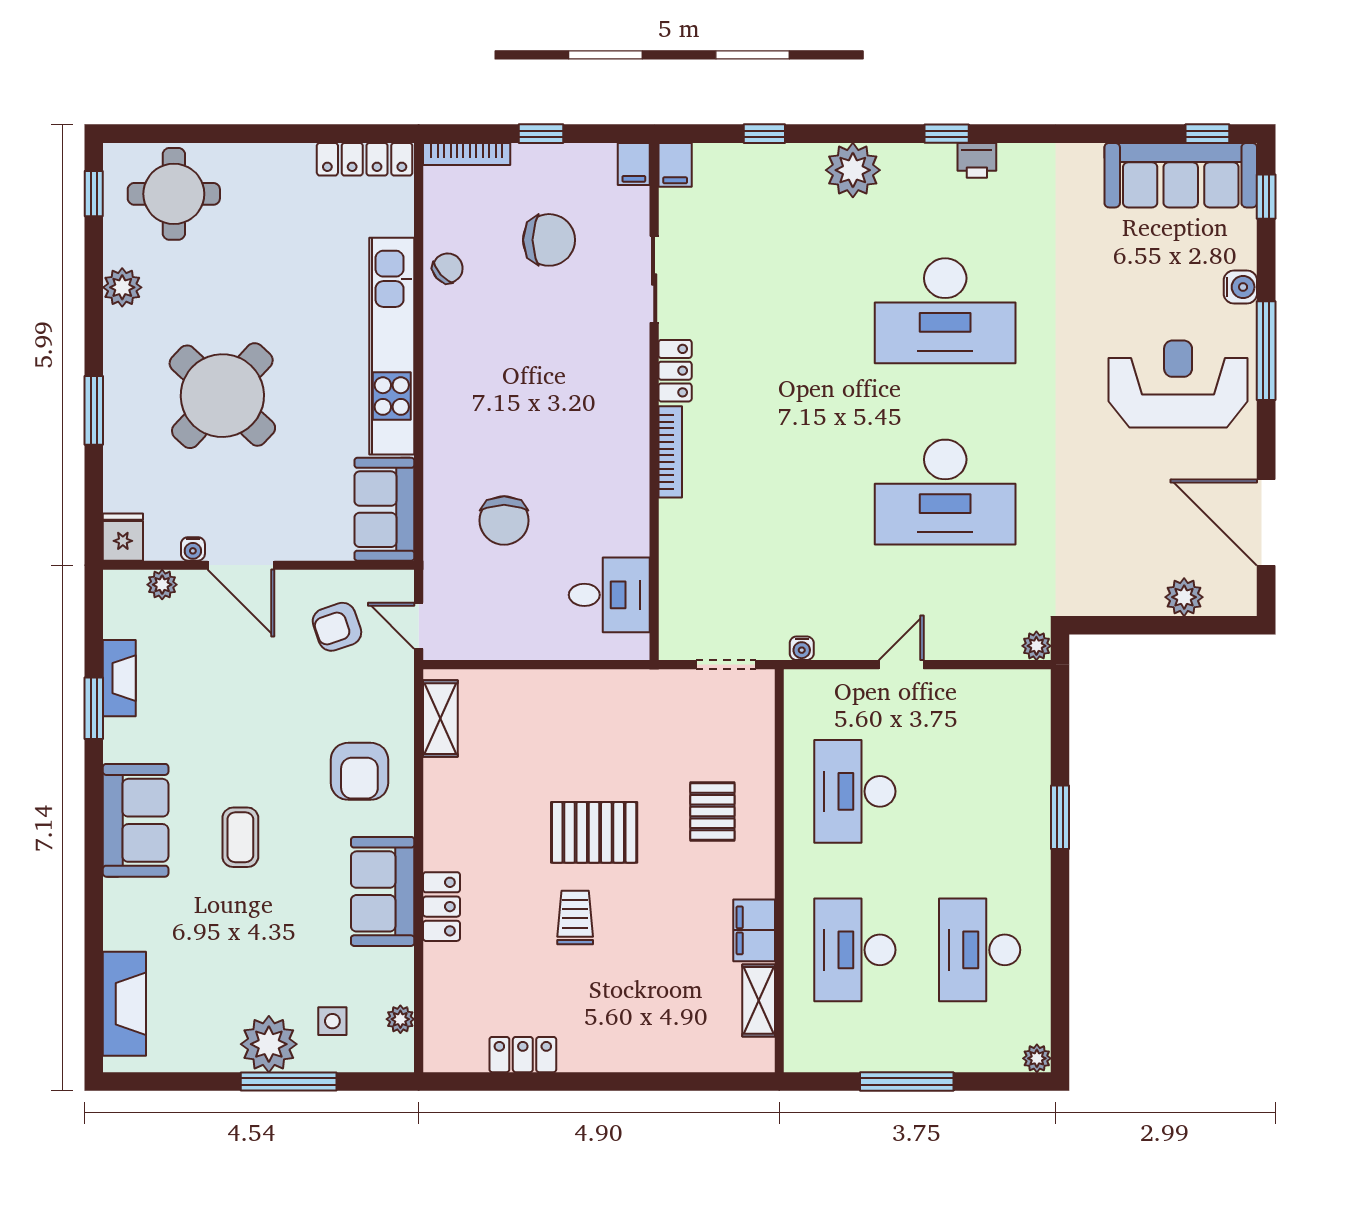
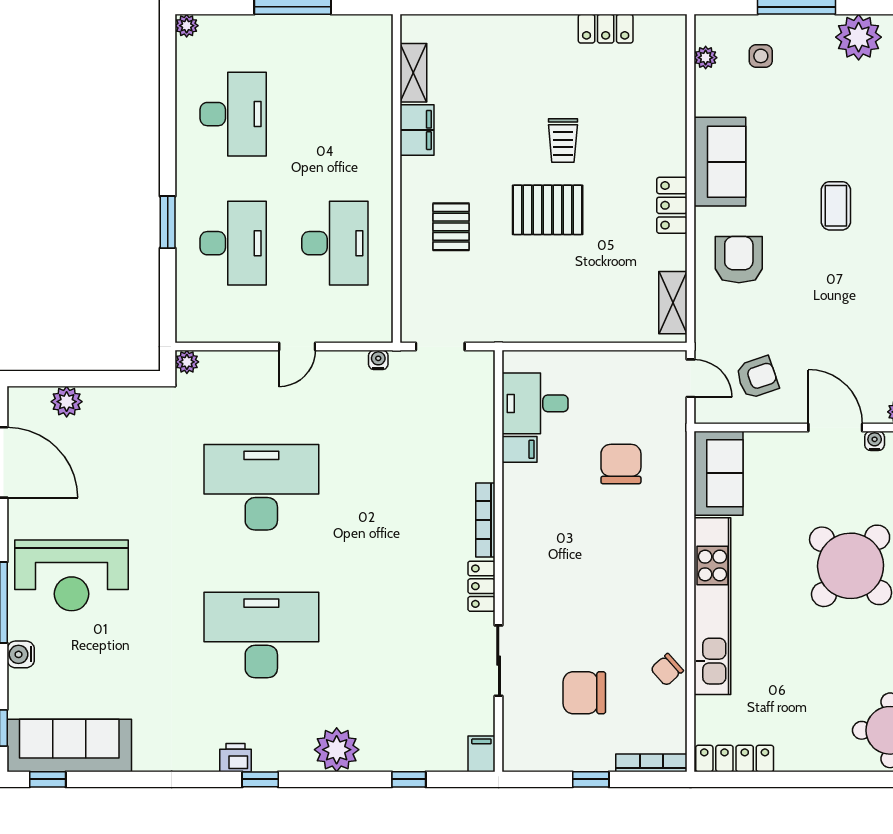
filing cabinet: (634, 164) -> (519, 449), moved, turned 90
locker: (441, 907) -> (672, 205), moved
desk: (855, 950) -> (233, 243), moved
plant: (269, 1044) -> (859, 37), moved

